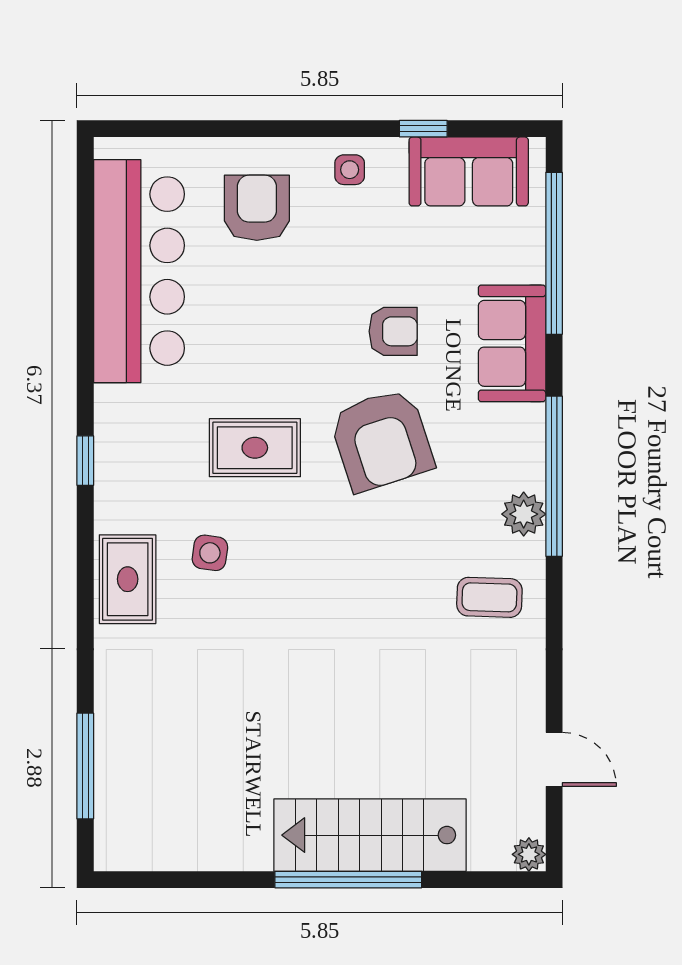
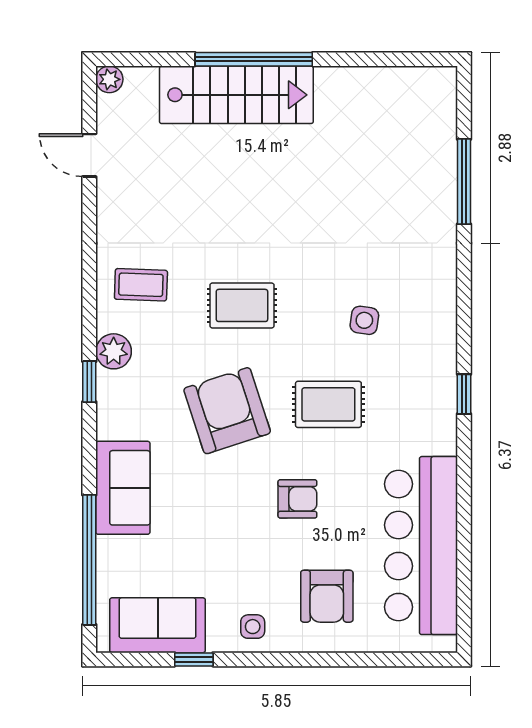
armchair: (393, 331) -> (297, 499), moved, turned 180
window: (554, 476) -> (89, 382), width x0.32
rug: (128, 579) -> (242, 305), moved, turned 90
window: (85, 766) -> (464, 182), moved

